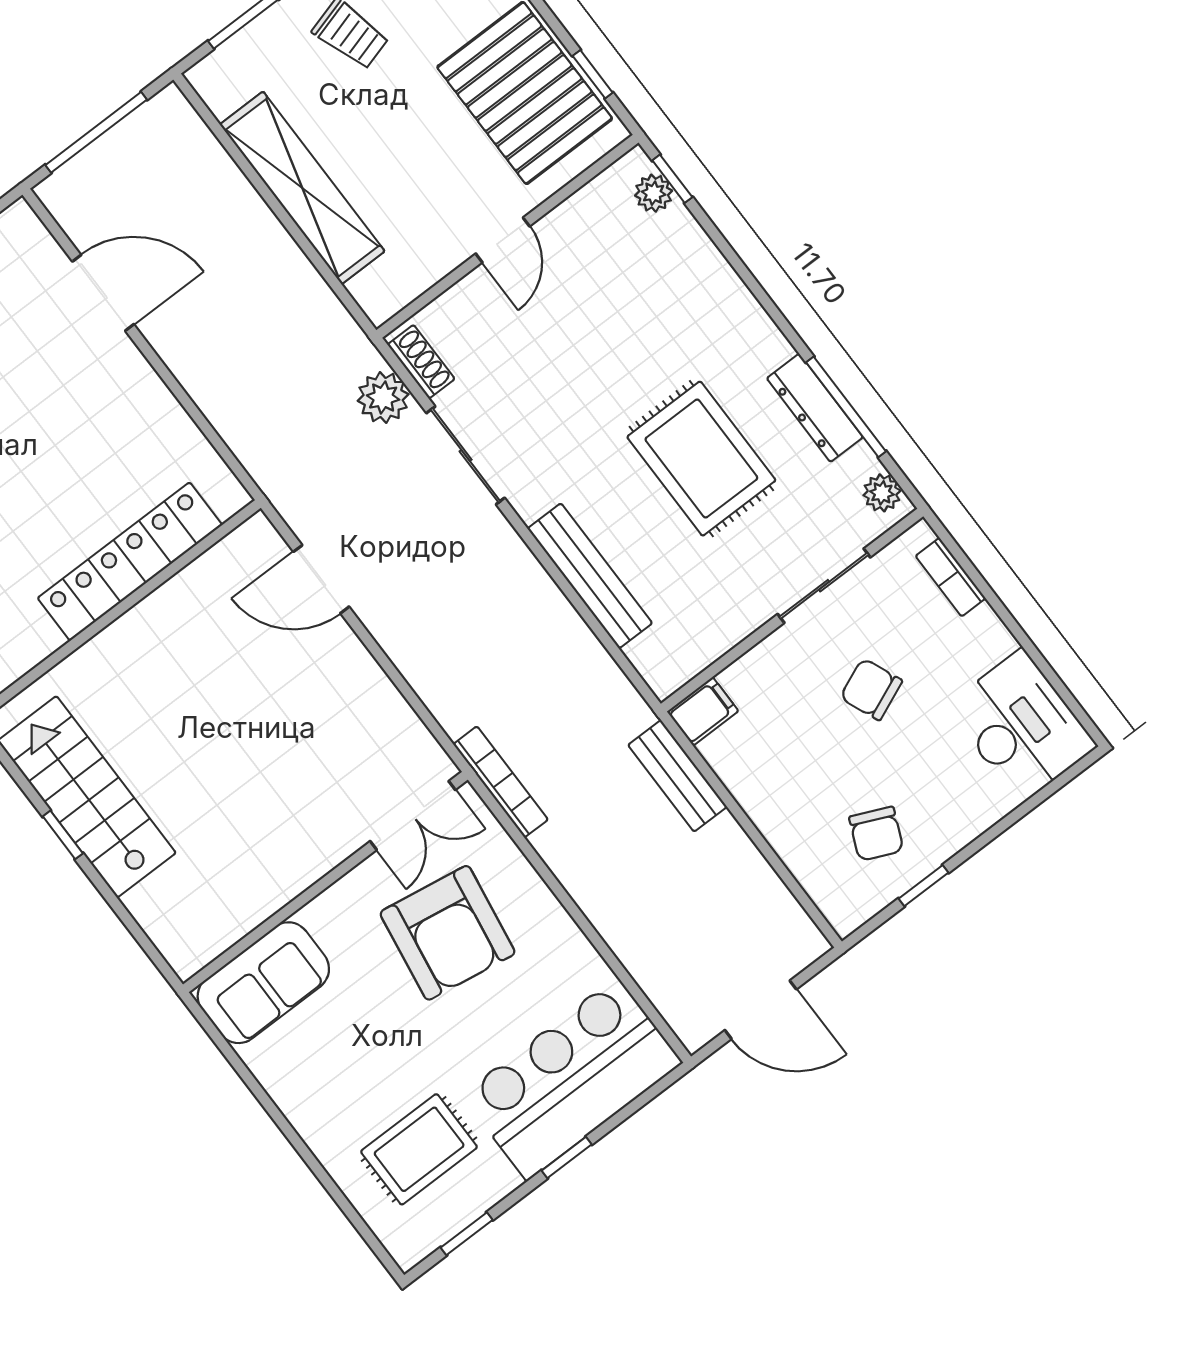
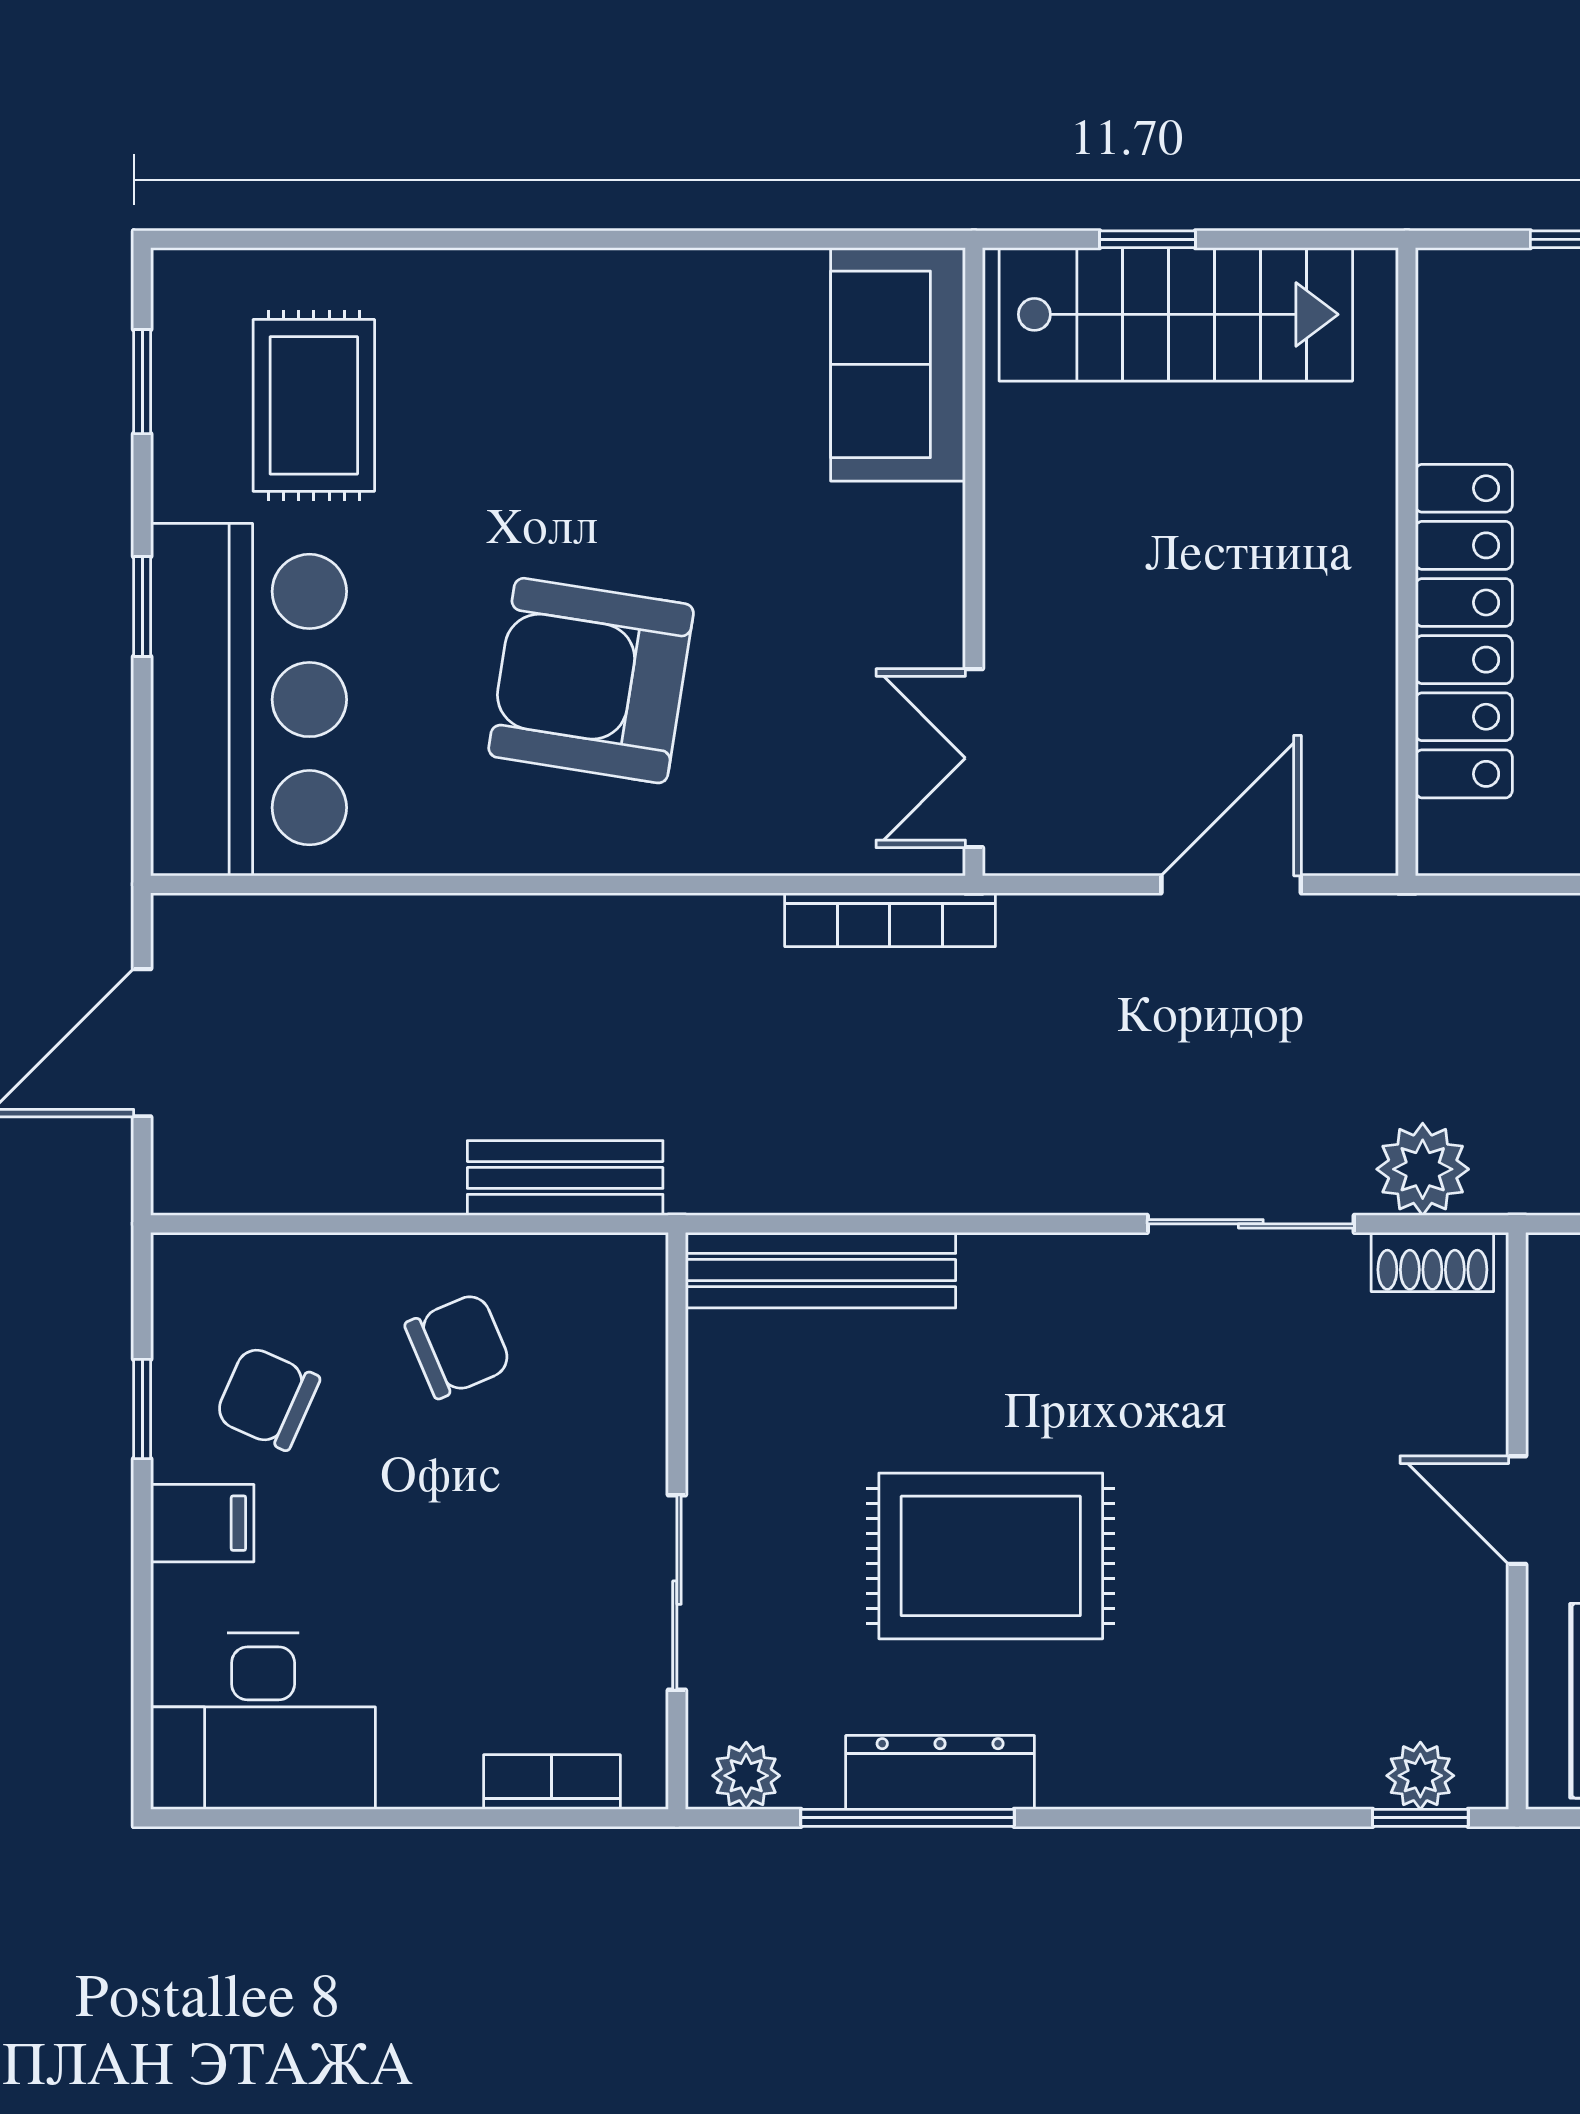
bench: (590, 576) -> (821, 1270), moved
chair: (871, 689) -> (458, 1346), moved
filing cabinet: (703, 711) -> (202, 1523), moved, turned -90
bookcase: (501, 782) -> (890, 920), moved
double door: (413, 816) -> (974, 758), moved
wall: (325, 882) -> (974, 562), moved
sofa: (263, 983) -> (898, 364), moved

